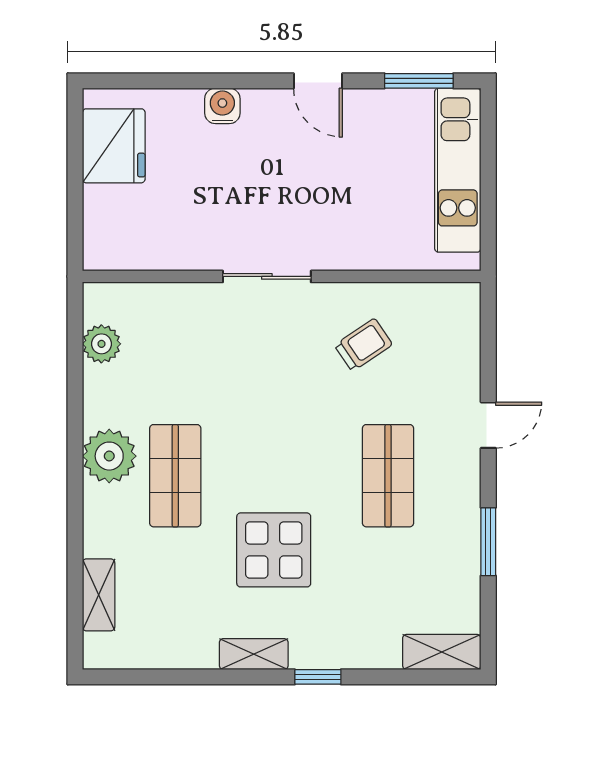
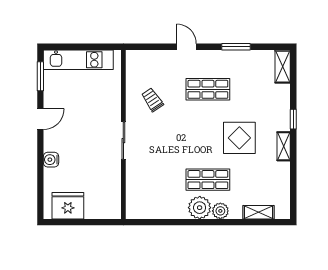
plant: (101, 344) -> (220, 211), moved

